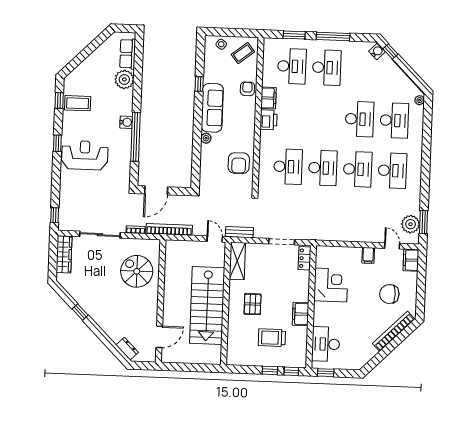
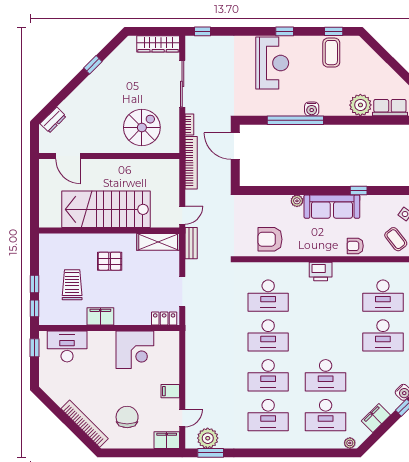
armchair: (247, 89) -> (355, 246), turned 180
filing cabinet: (269, 98) -> (376, 418), moved, turned 135

